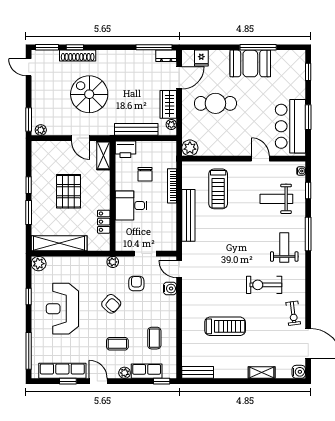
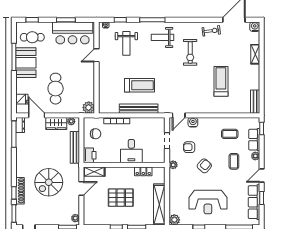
cafe table: (285, 72) -> (32, 37), added
chair: (145, 174) -> (96, 134), moved
treadmill: (218, 189) -> (140, 85), moved

